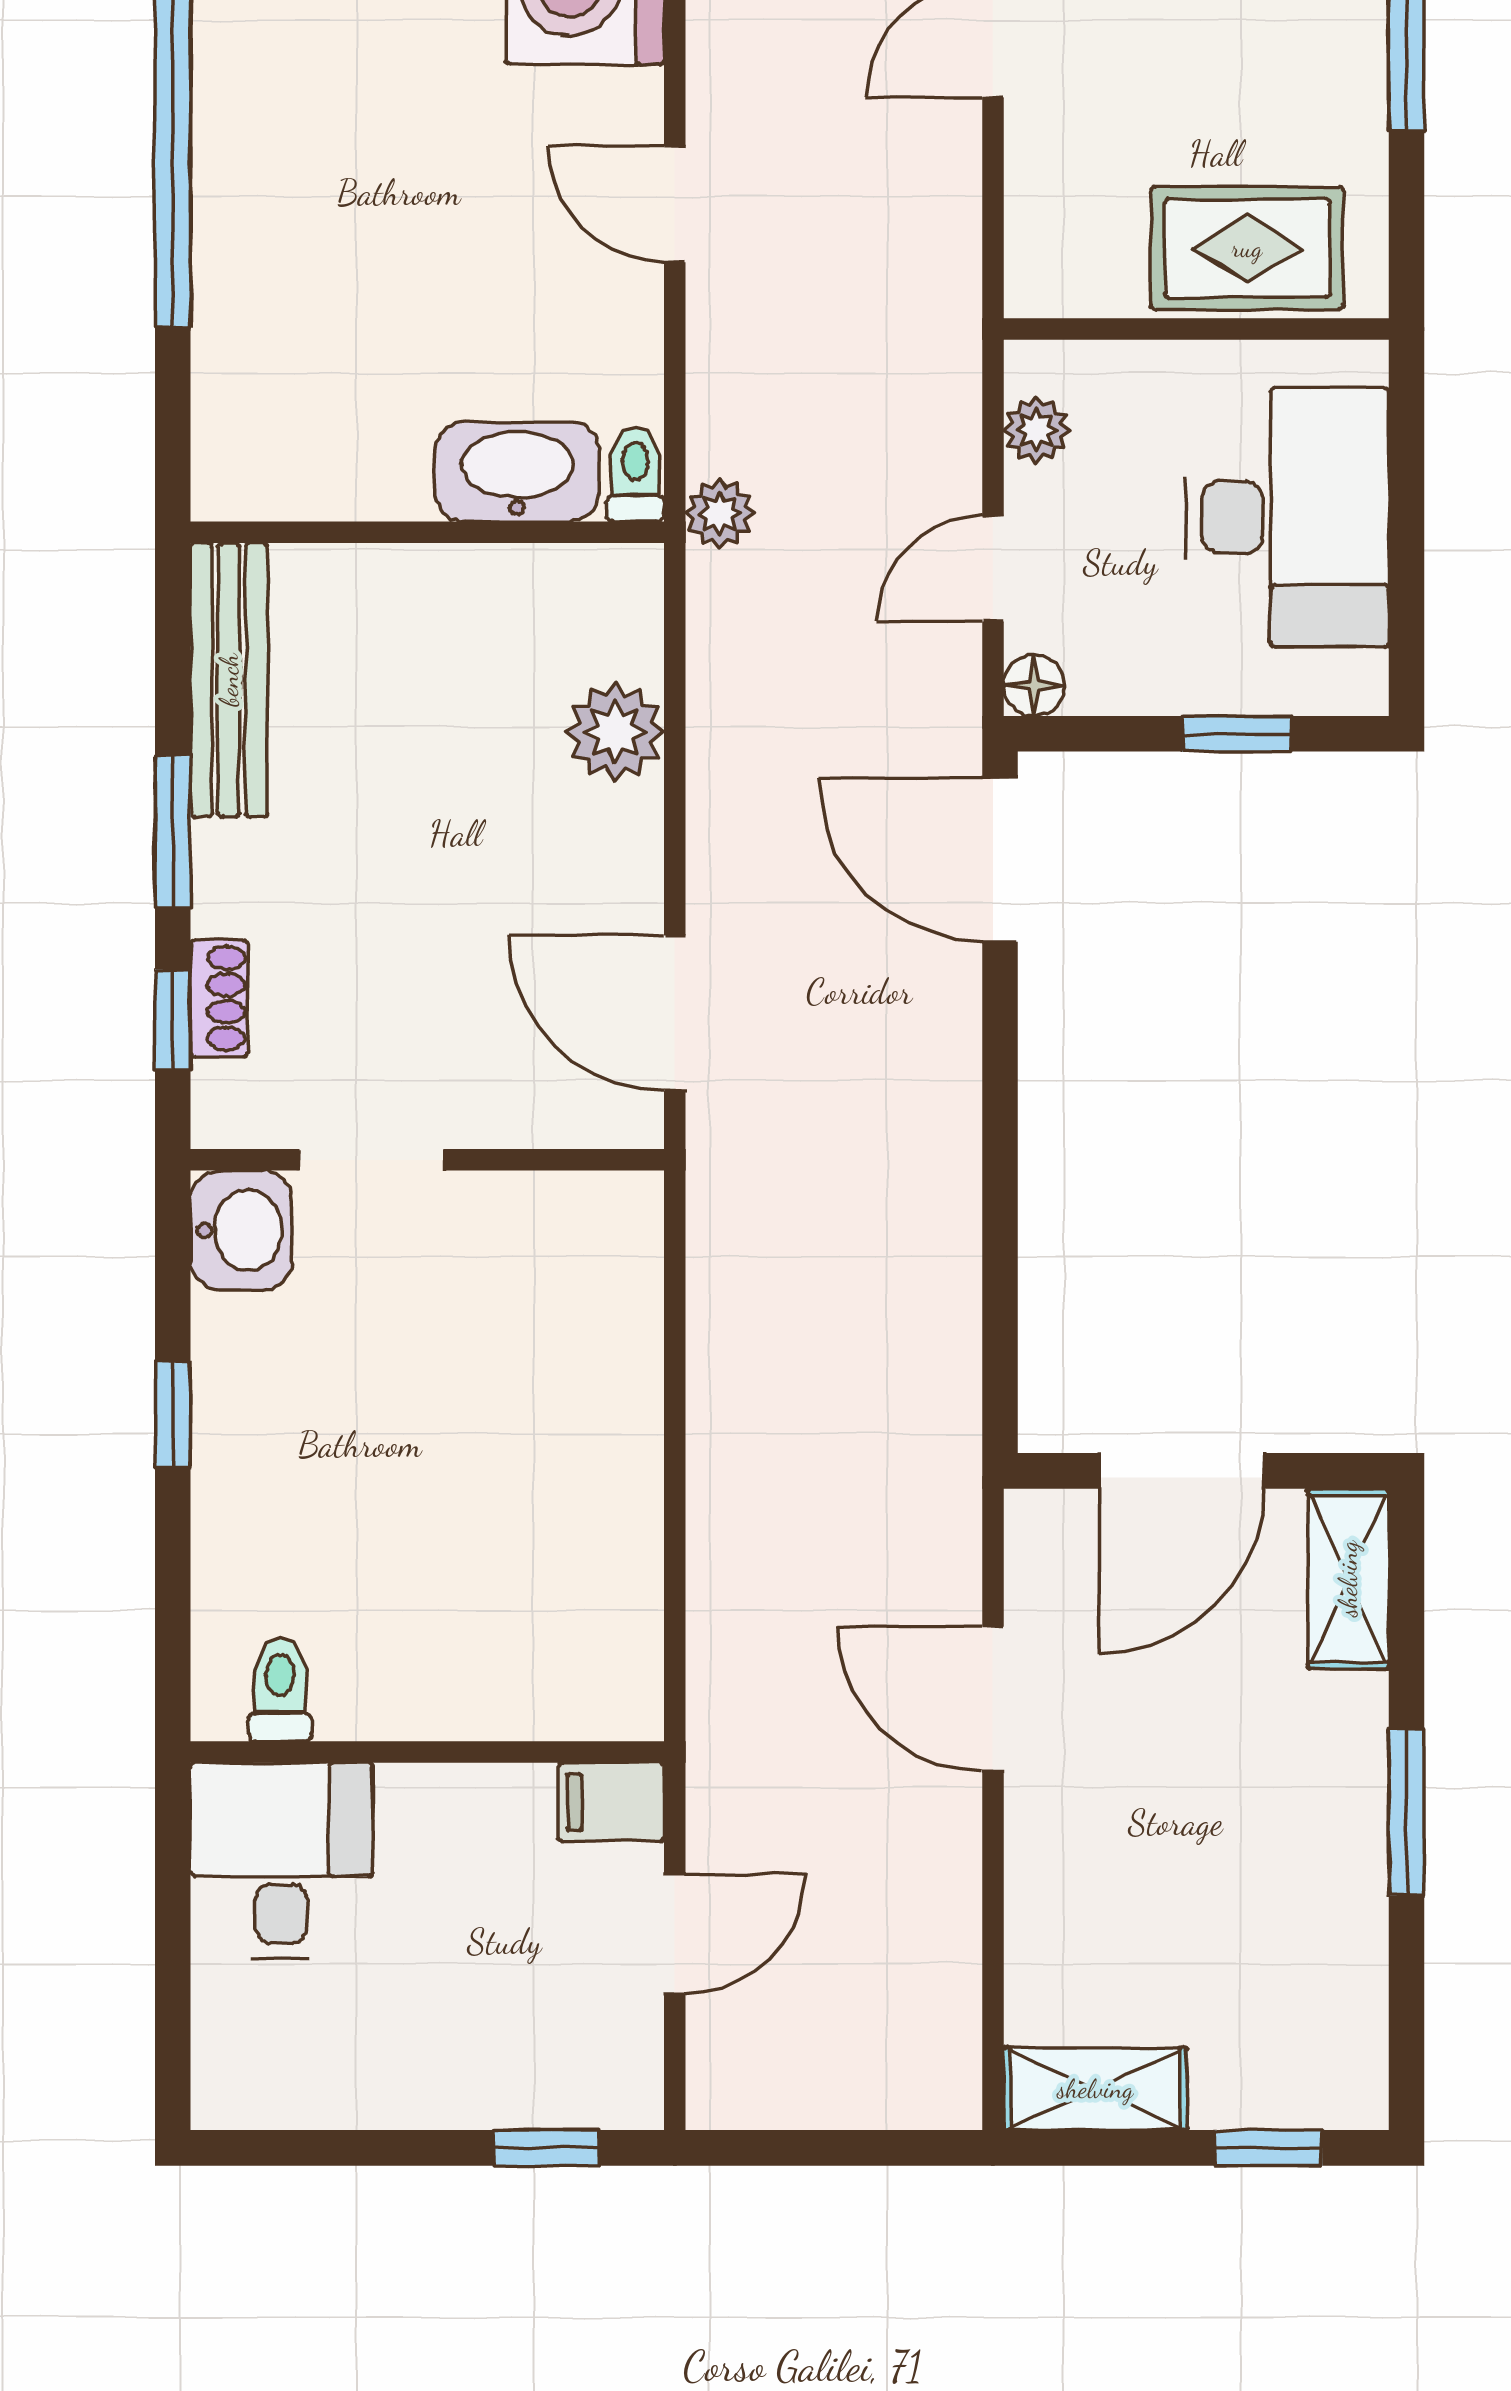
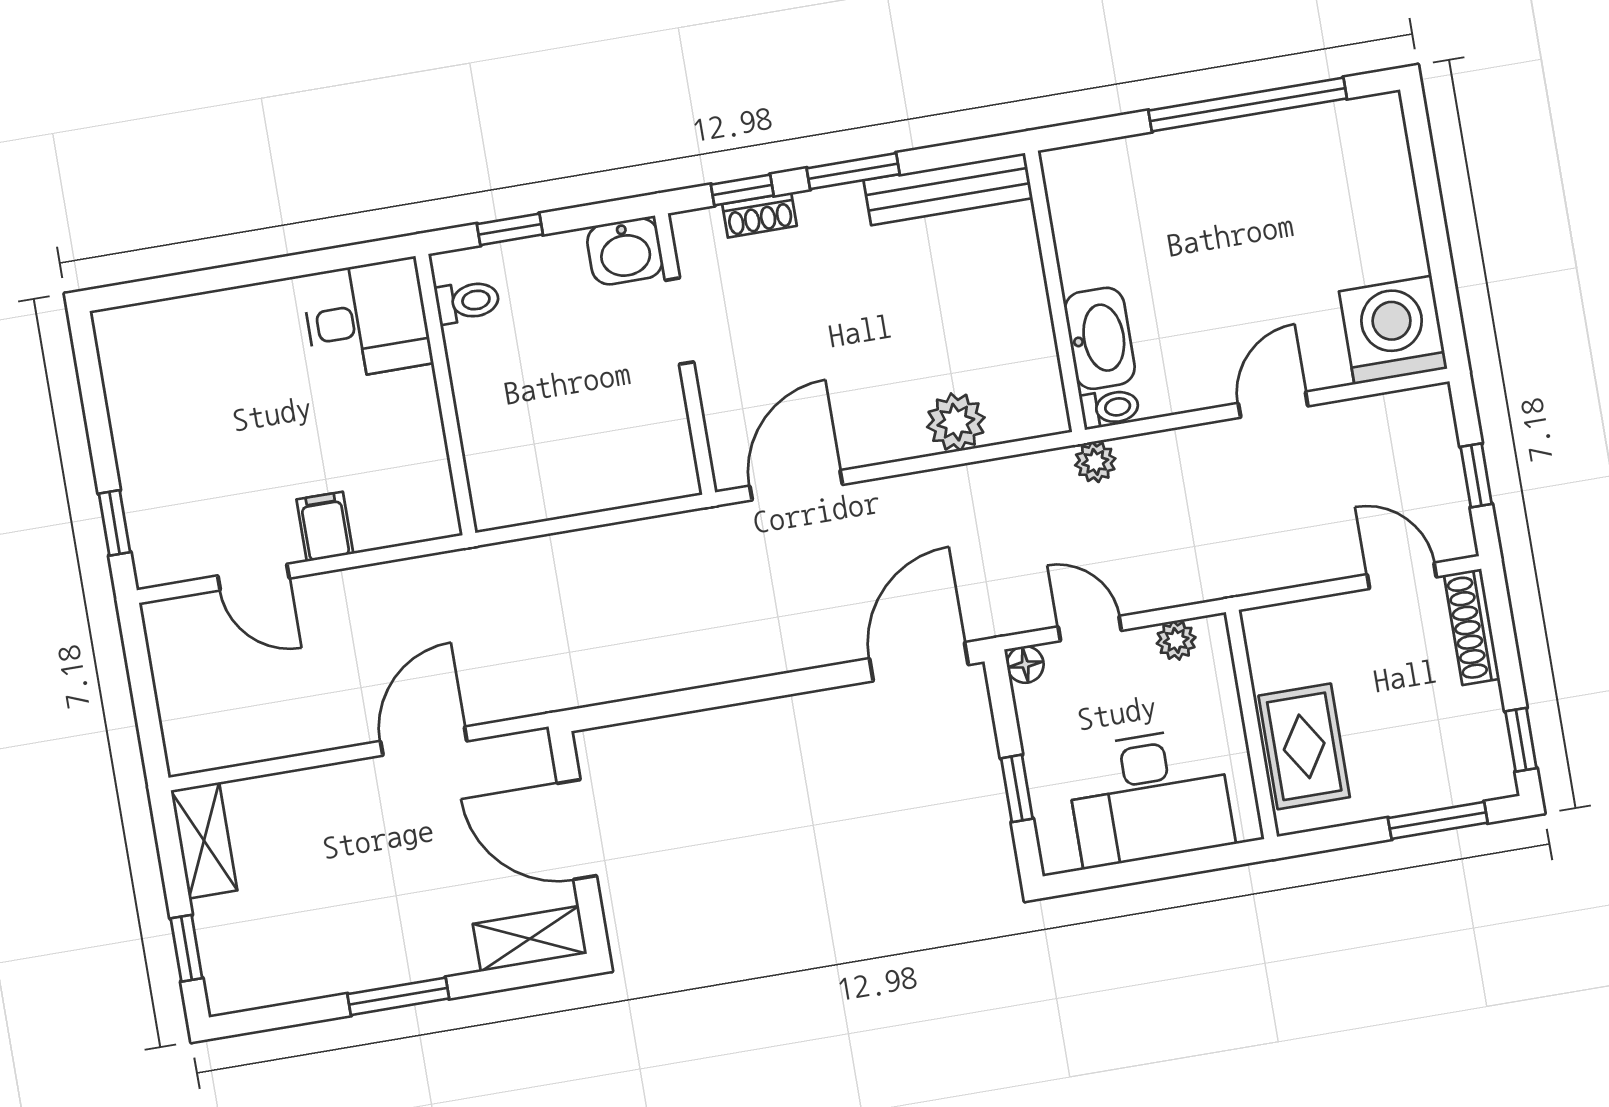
toilet: (280, 1690) -> (467, 301), moved
wall: (427, 1752) -> (445, 395), moved
desk: (281, 1861) -> (367, 319), moved

